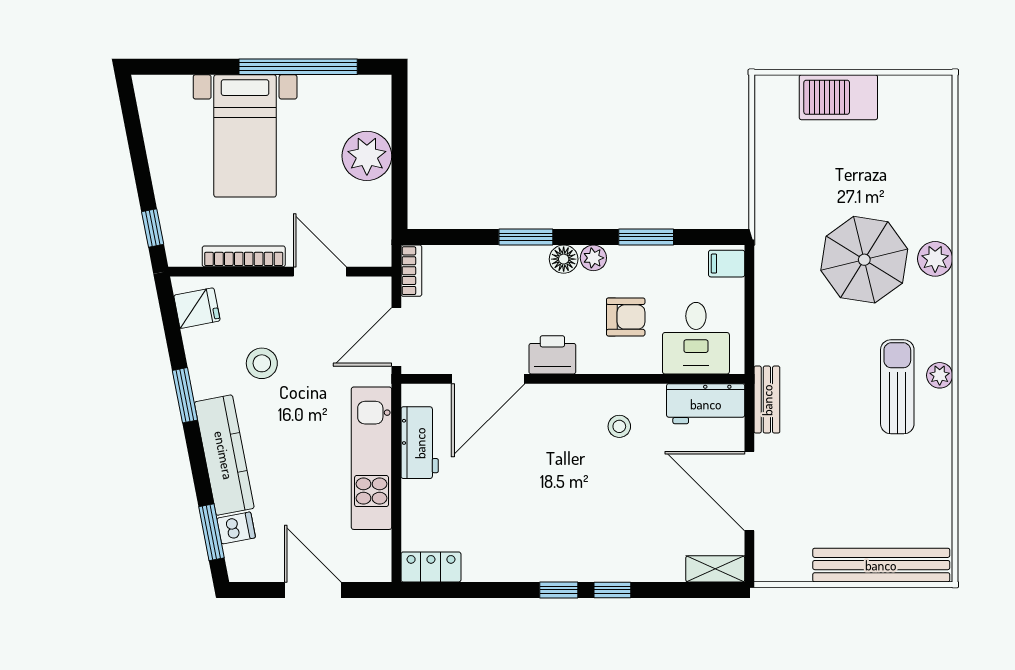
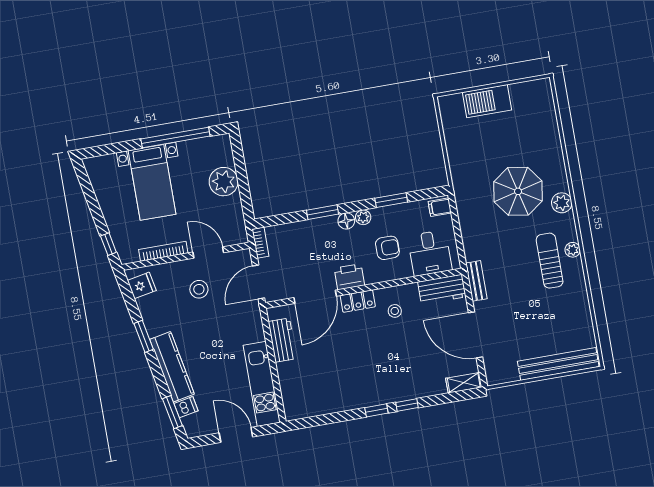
plant: (935, 259) -> (562, 203), moved
stool: (262, 363) -> (199, 289), moved
kitchen unit: (372, 458) -> (262, 384), moved
locker: (431, 567) -> (358, 301), moved, turned 180

